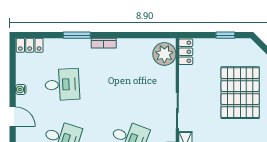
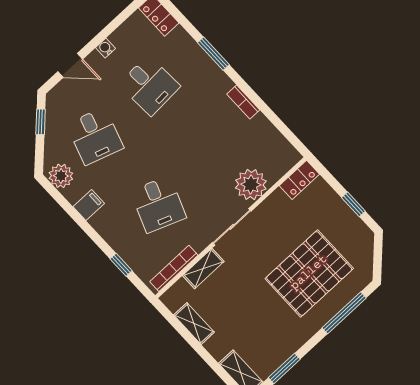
bookcase: (104, 43) -> (243, 102), moved
plant: (164, 54) -> (251, 184), moved
door: (13, 117) -> (70, 65), hinge flipped

